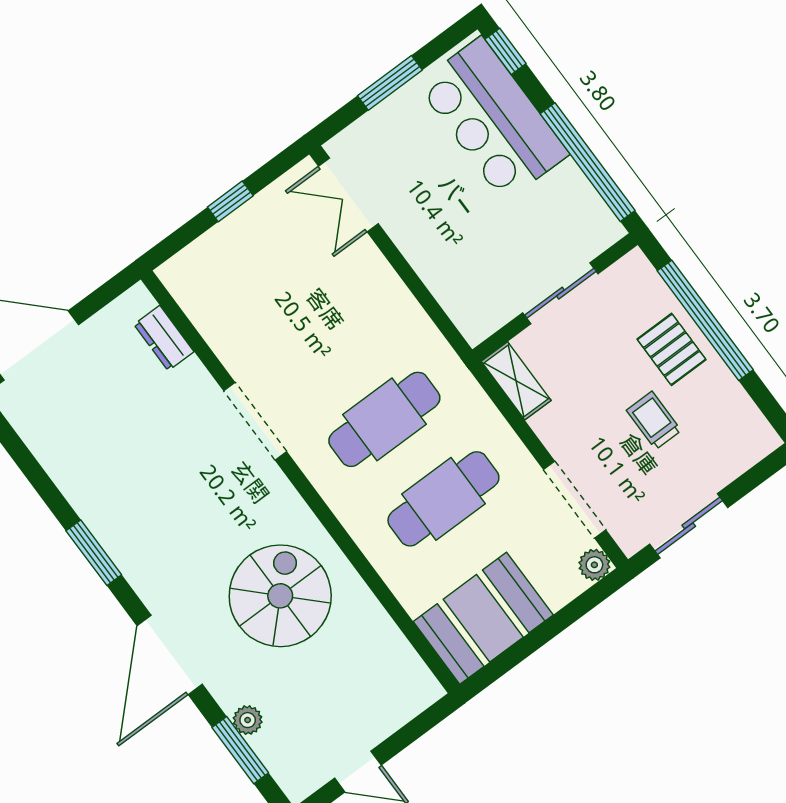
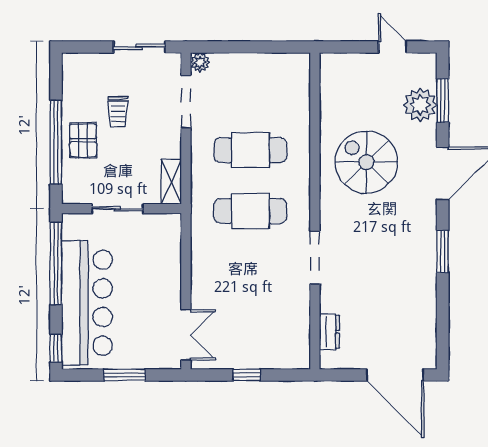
bar counter: (493, 119) -> (87, 303), width x1.36
spiral stairs: (280, 596) -> (366, 162), turned 90
booth: (483, 618) -> (275, 77), removed
plant: (248, 720) -> (420, 105), width x1.87, depth x1.87

